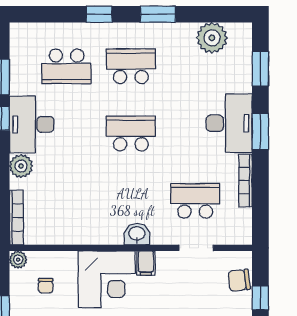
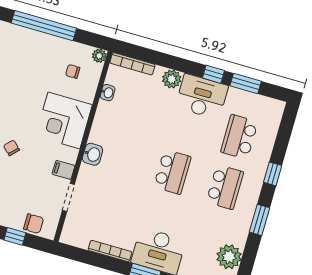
school desk: (195, 201) -> (105, 207), removed
washbasin: (59, 237) -> (108, 93), added
filing cabinet: (146, 263) -> (64, 170), moved
chair: (239, 280) -> (34, 224), turned 97

